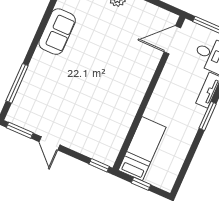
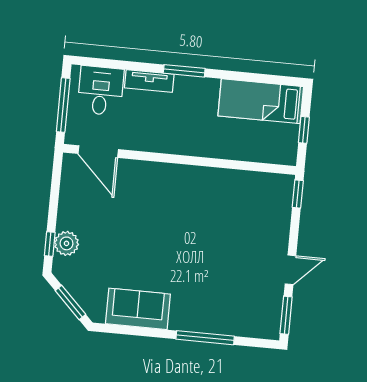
window: (17, 83) -> (205, 338), moved
bed: (142, 149) -> (261, 101), moved

